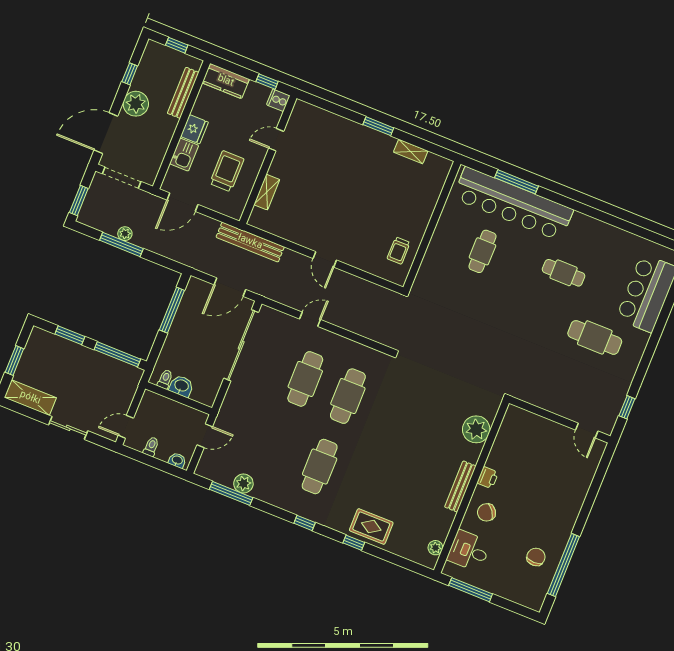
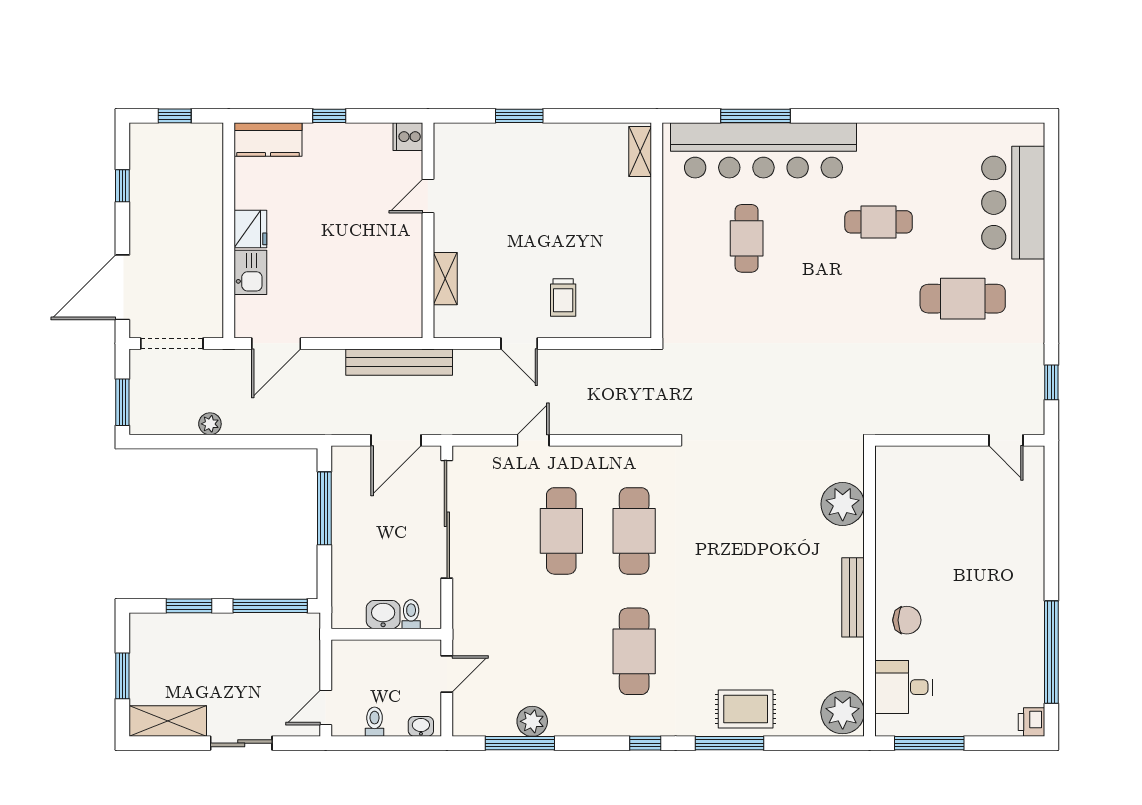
bench: (183, 93) -> (212, 182), removed
cooker: (278, 100) -> (408, 137), moved
plant: (136, 104) -> (149, 226), removed
door: (276, 140) -> (428, 196), moved
shelving: (411, 152) -> (640, 151), moved, turned 90
wall: (268, 160) -> (428, 230), moved
trolley: (227, 171) -> (323, 272), removed
shelving: (267, 192) -> (445, 279), moved
window: (121, 244) -> (211, 442), removed
trolley: (399, 251) -> (563, 298), moved
toilet: (165, 379) -> (411, 614), moved
printer: (488, 478) -> (1031, 722), moved, turned 180
chair: (487, 512) -> (907, 620), turned -145
window: (354, 543) -> (729, 743), width x2.17
plant: (435, 548) -> (843, 712), width x1.88, depth x1.88
chair: (536, 557) -> (1006, 656), removed

